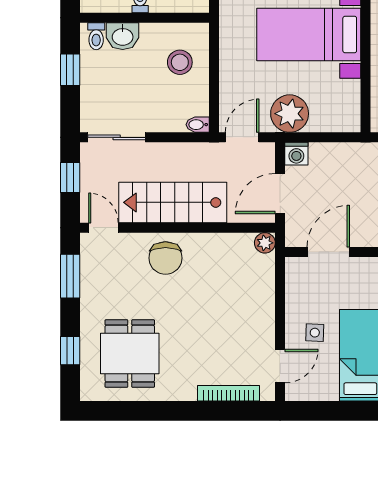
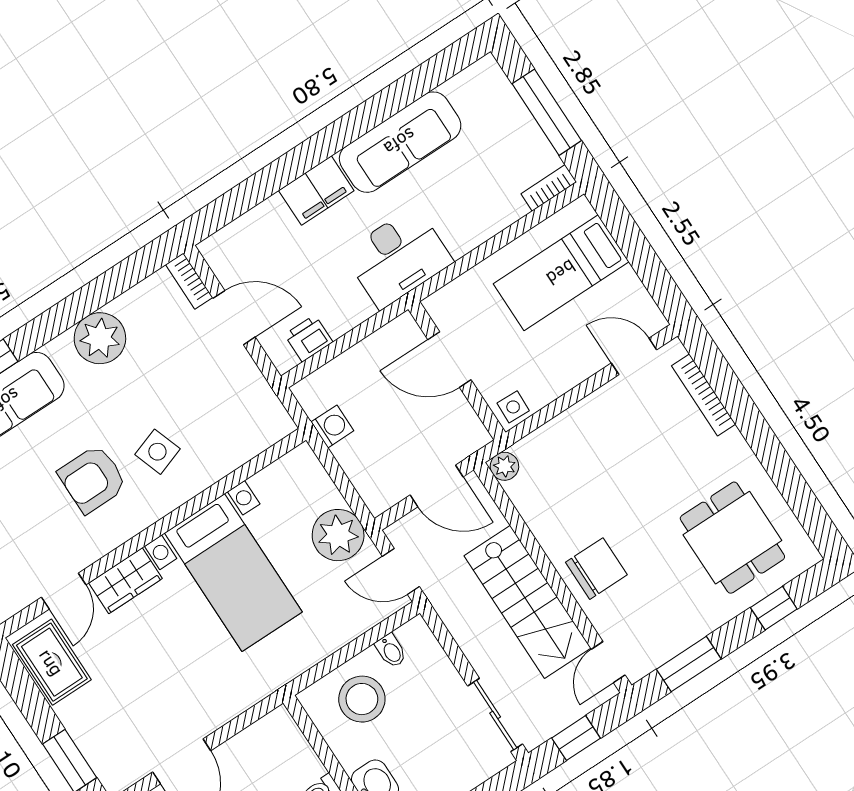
stool: (180, 62) -> (362, 699), width x1.38, depth x1.38
bidet: (198, 125) -> (391, 651), moved
washing machine: (296, 154) -> (332, 426), moved
door: (328, 252) -> (450, 360), moved
side table: (315, 333) -> (513, 407), moved
dining table: (130, 354) -> (732, 538), turned 90

